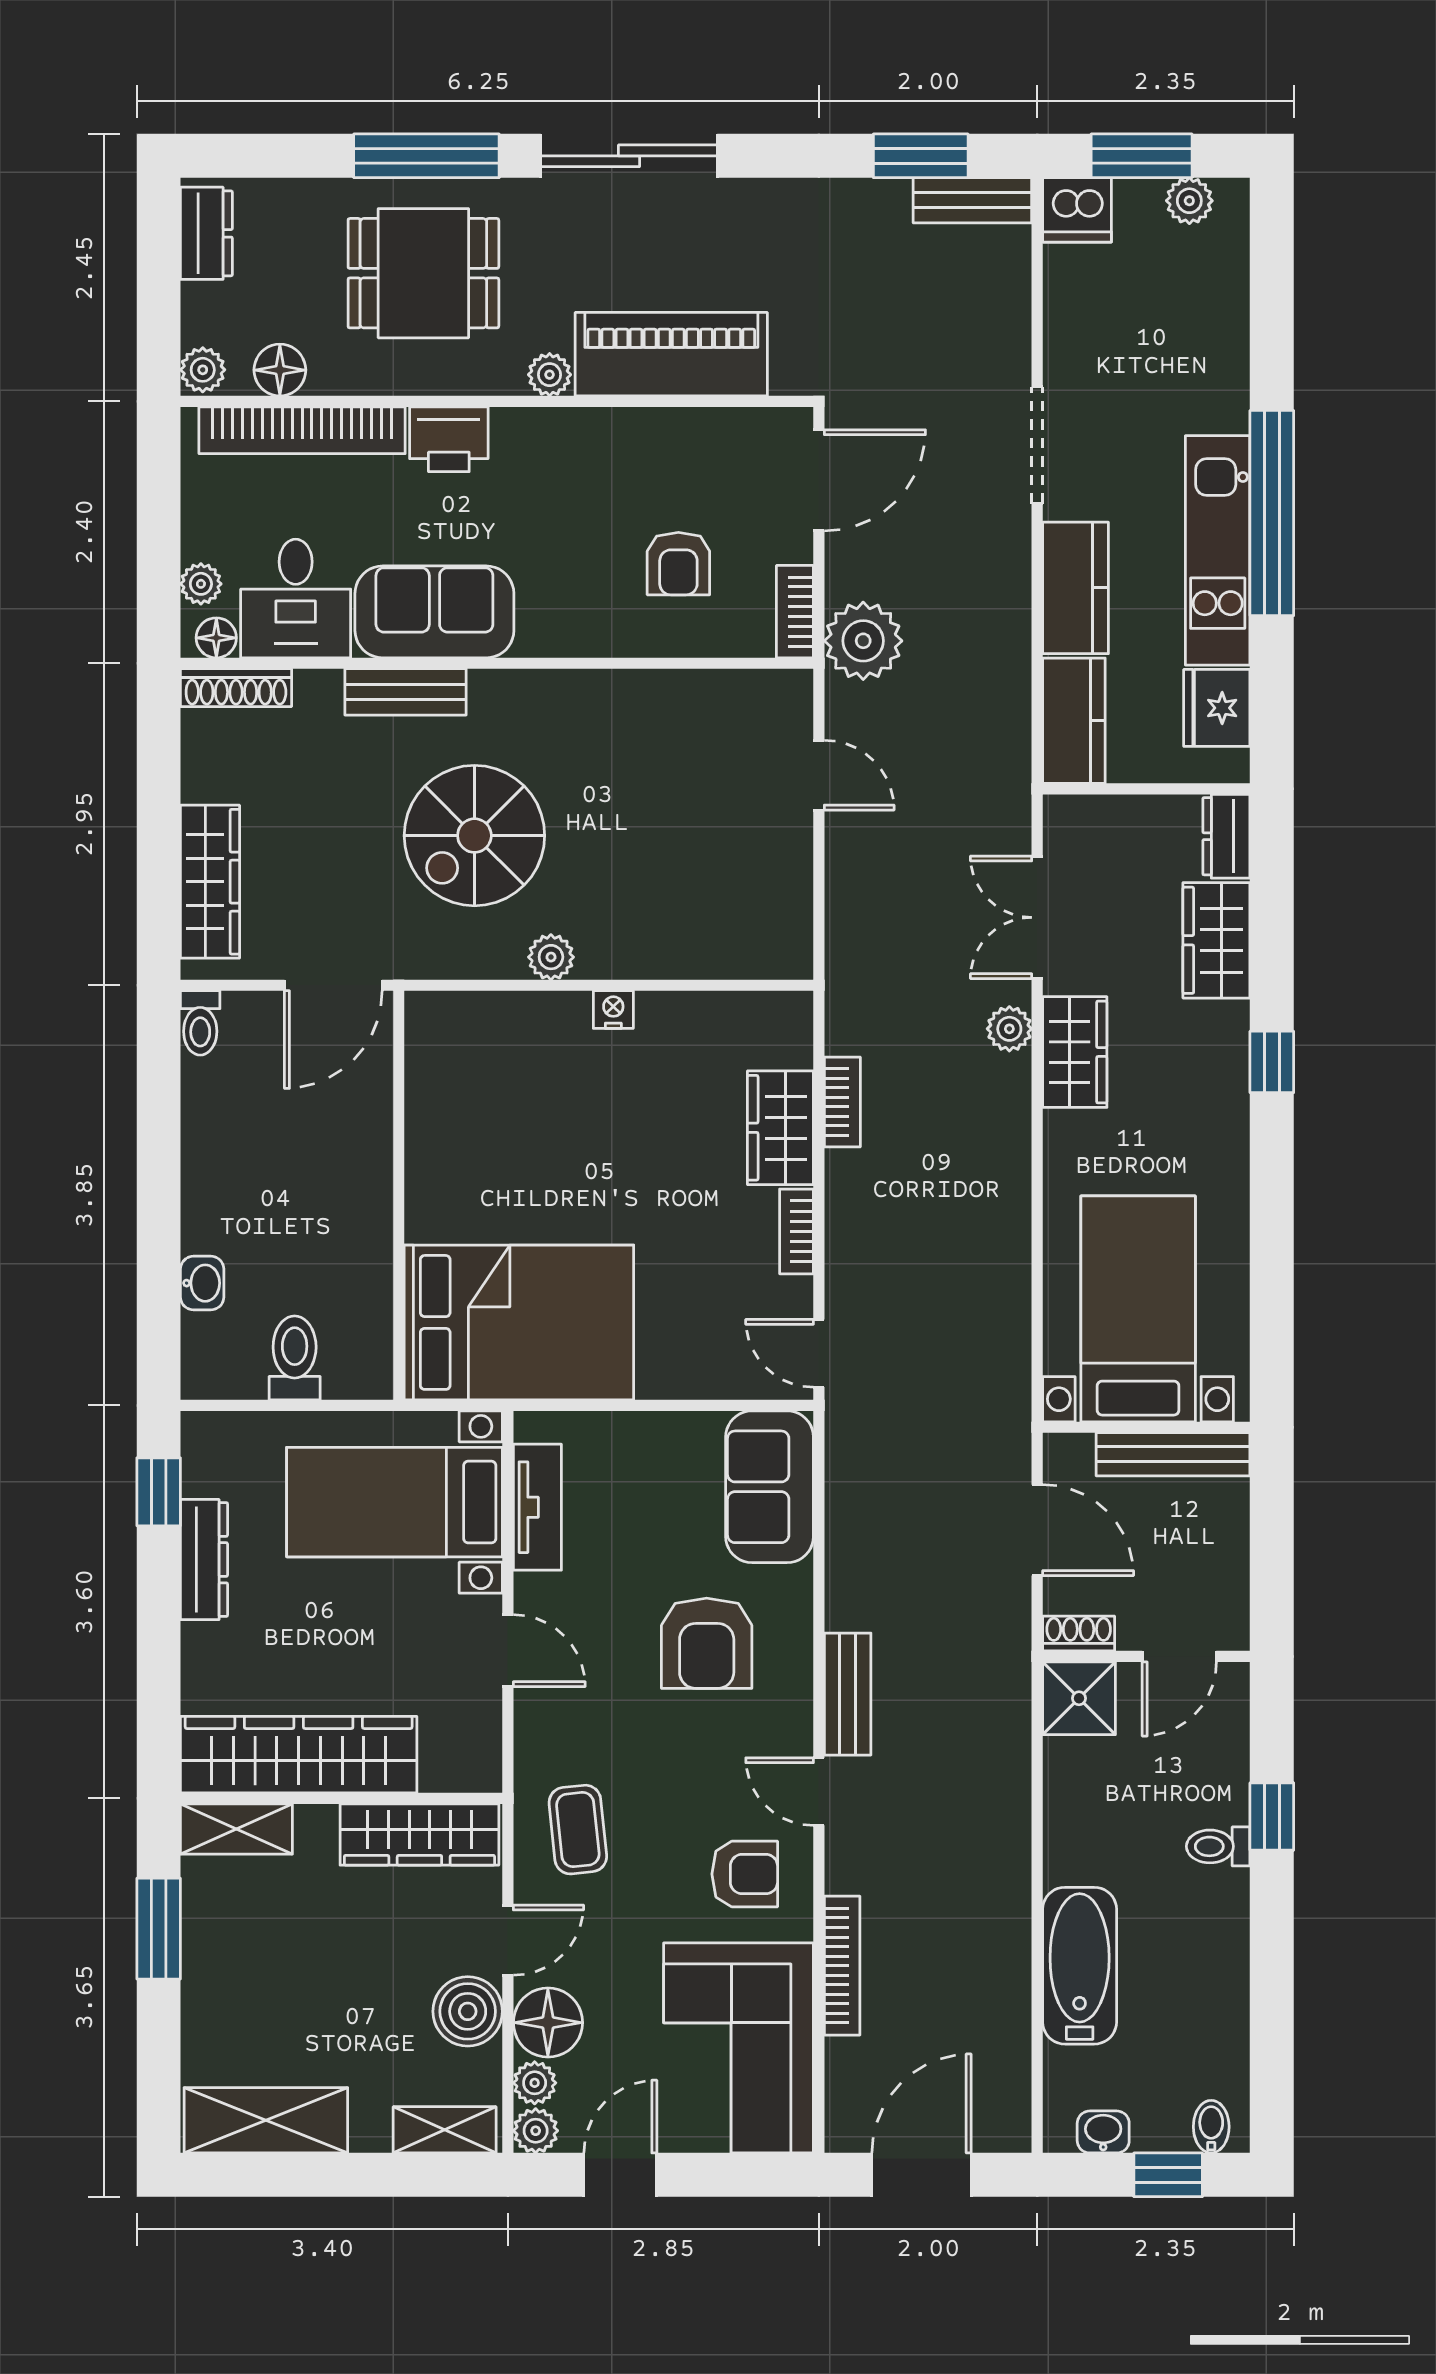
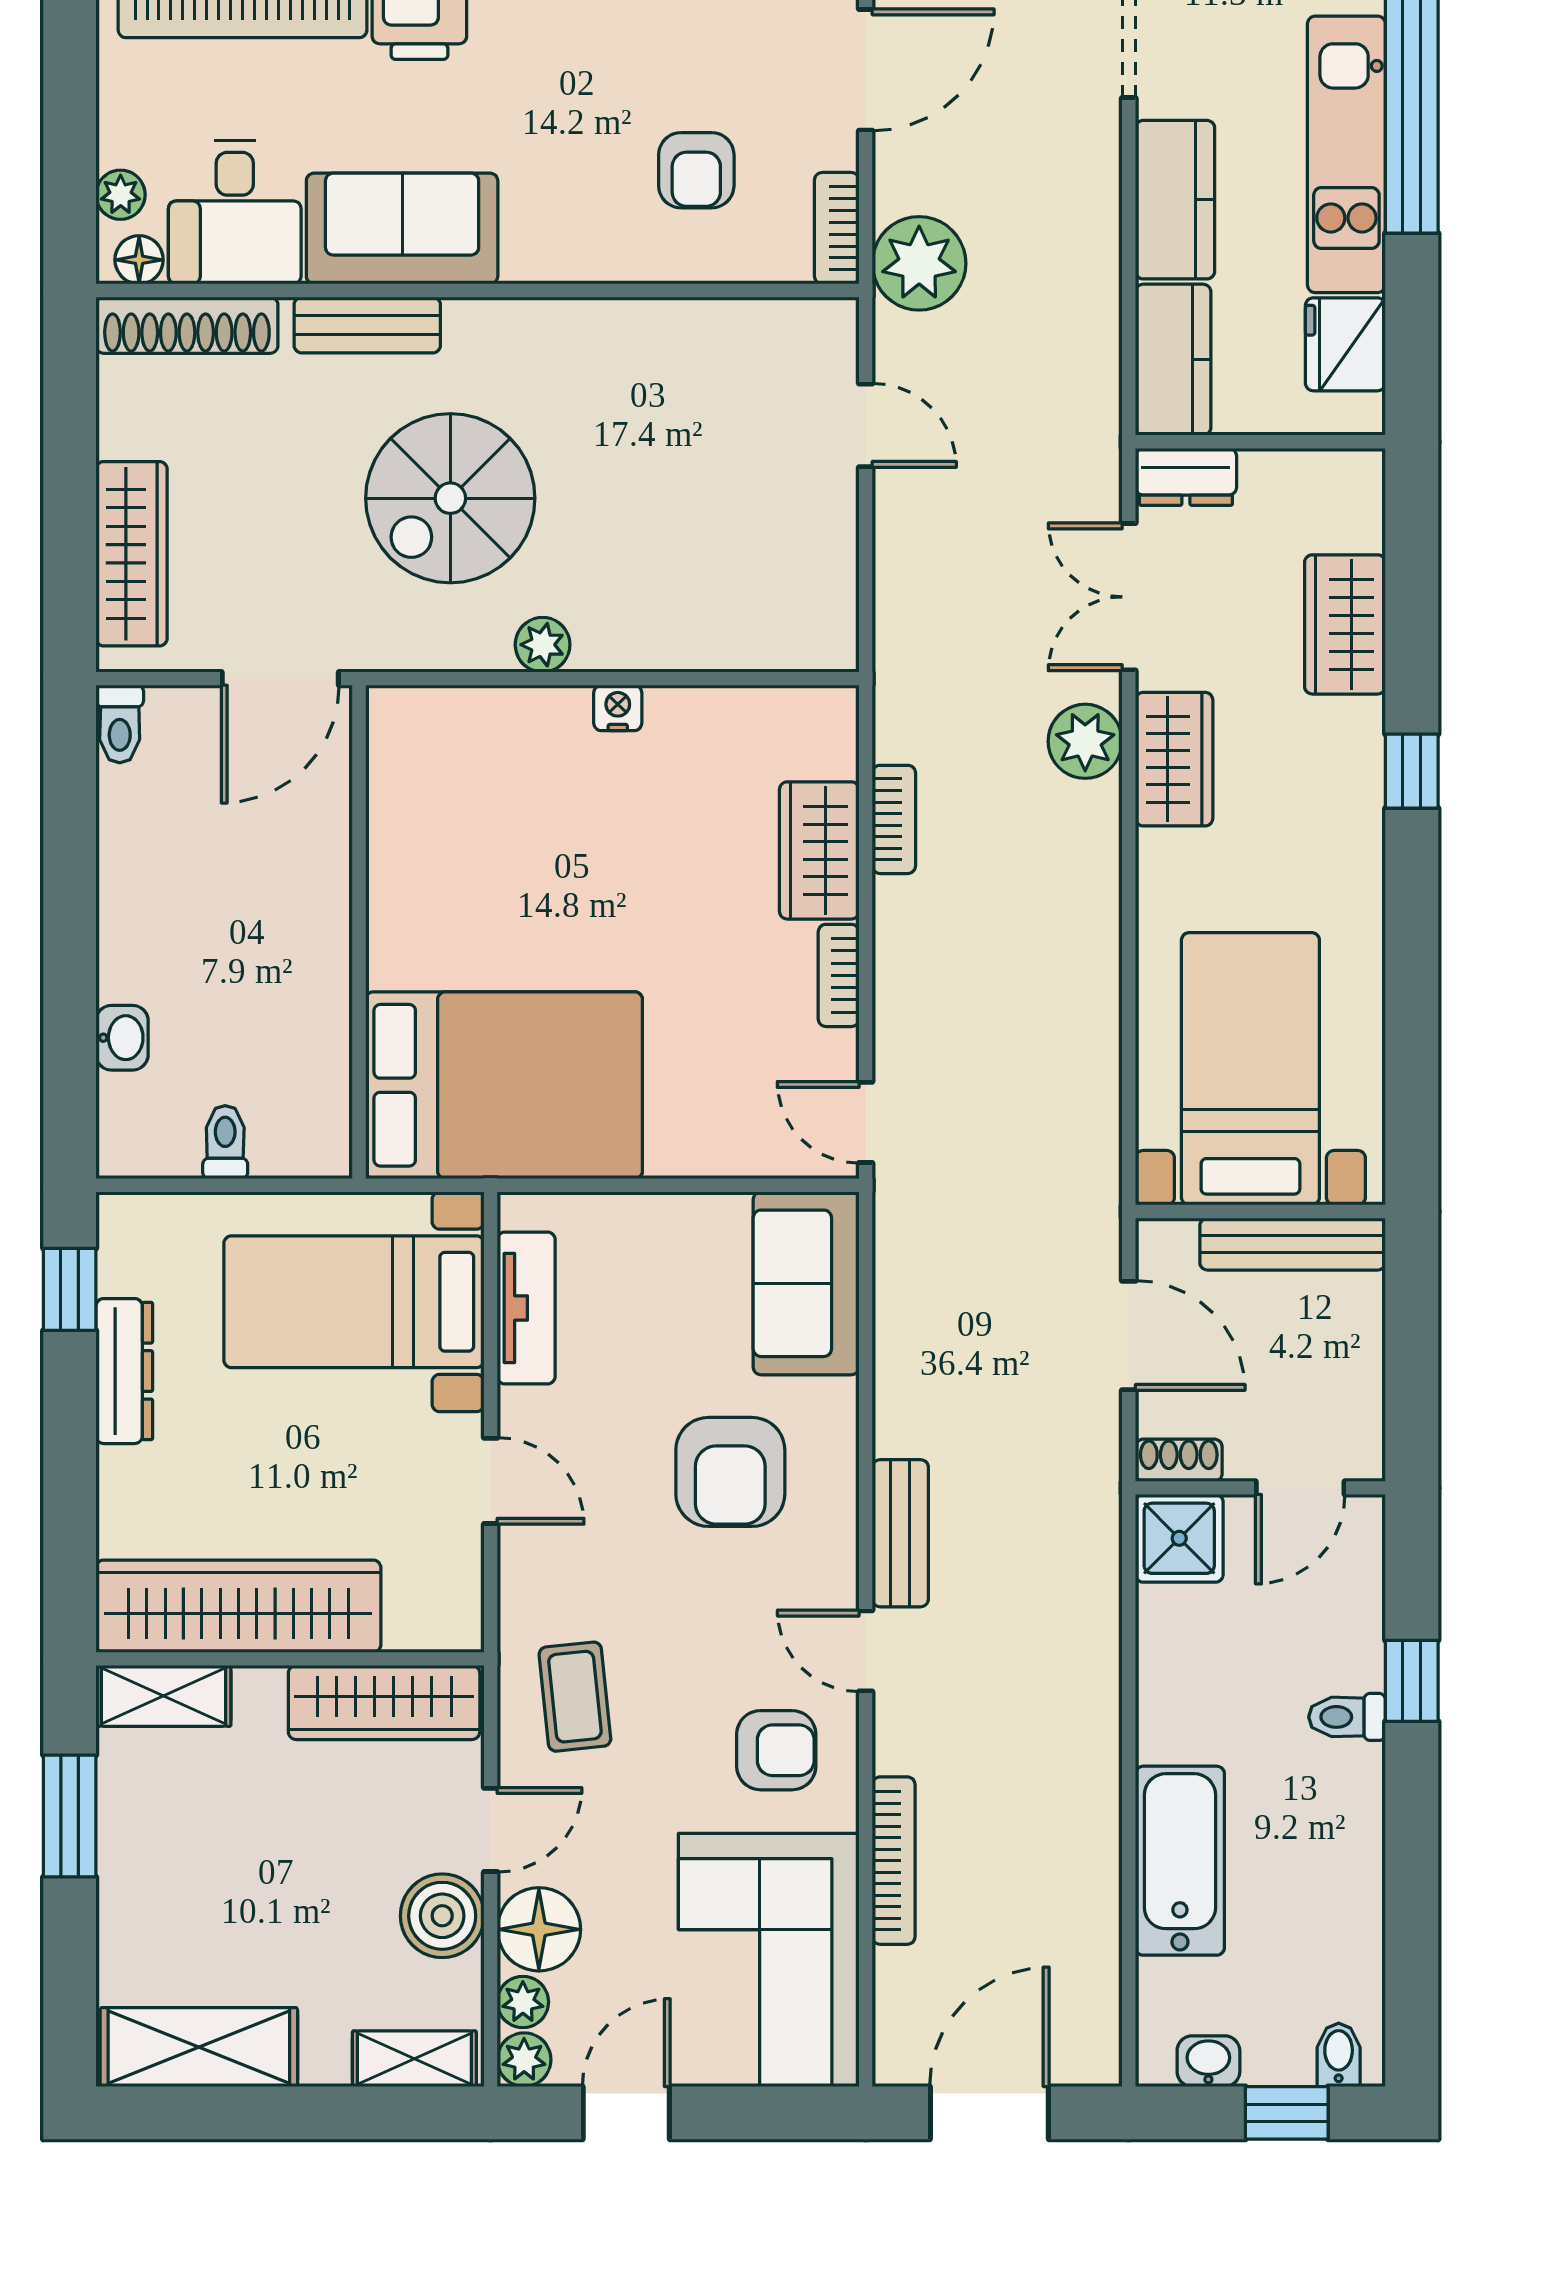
shoe rack: (236, 688) -> (187, 325), width x1.36, depth x1.24
dresser: (1226, 836) -> (1186, 477), moved, turned -90
plant: (1009, 1029) -> (1085, 741), width x1.38, depth x1.38
toilet: (295, 1358) -> (225, 1142), width x0.73, depth x0.72

